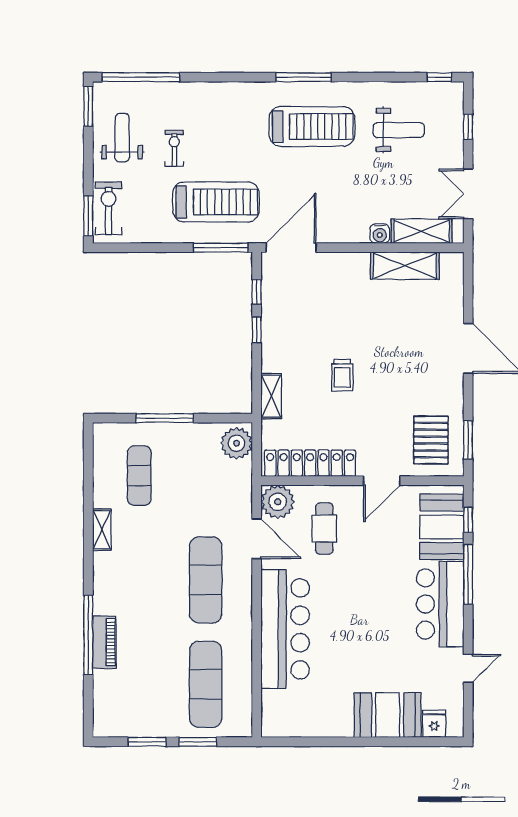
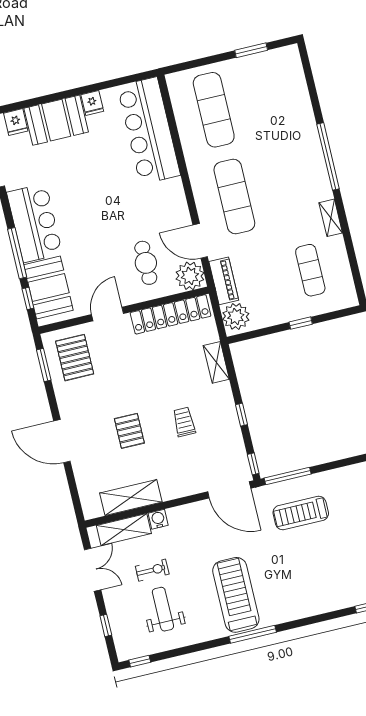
treadmill: (312, 126) -> (236, 595), turned 90
weight bench: (399, 130) -> (163, 609), turned 90
exercise bike: (174, 148) -> (152, 570), moved, turned -90
treadmill: (216, 202) -> (301, 513), width x0.73, depth x0.73
door: (291, 248) -> (229, 490), hinge flipped
window: (257, 292) -> (253, 464), moved
pallet: (389, 342) -> (129, 431), added
trolley: (342, 375) -> (184, 422), moved
window: (165, 418) -> (301, 323), width x0.46
bar counter: (285, 629) -> (149, 131), moved
window: (88, 635) -> (328, 156), moved
piano: (104, 642) -> (224, 281), moved, turned 180
fridge: (342, 725) -> (92, 103), added
window: (198, 742) -> (209, 60), removed

